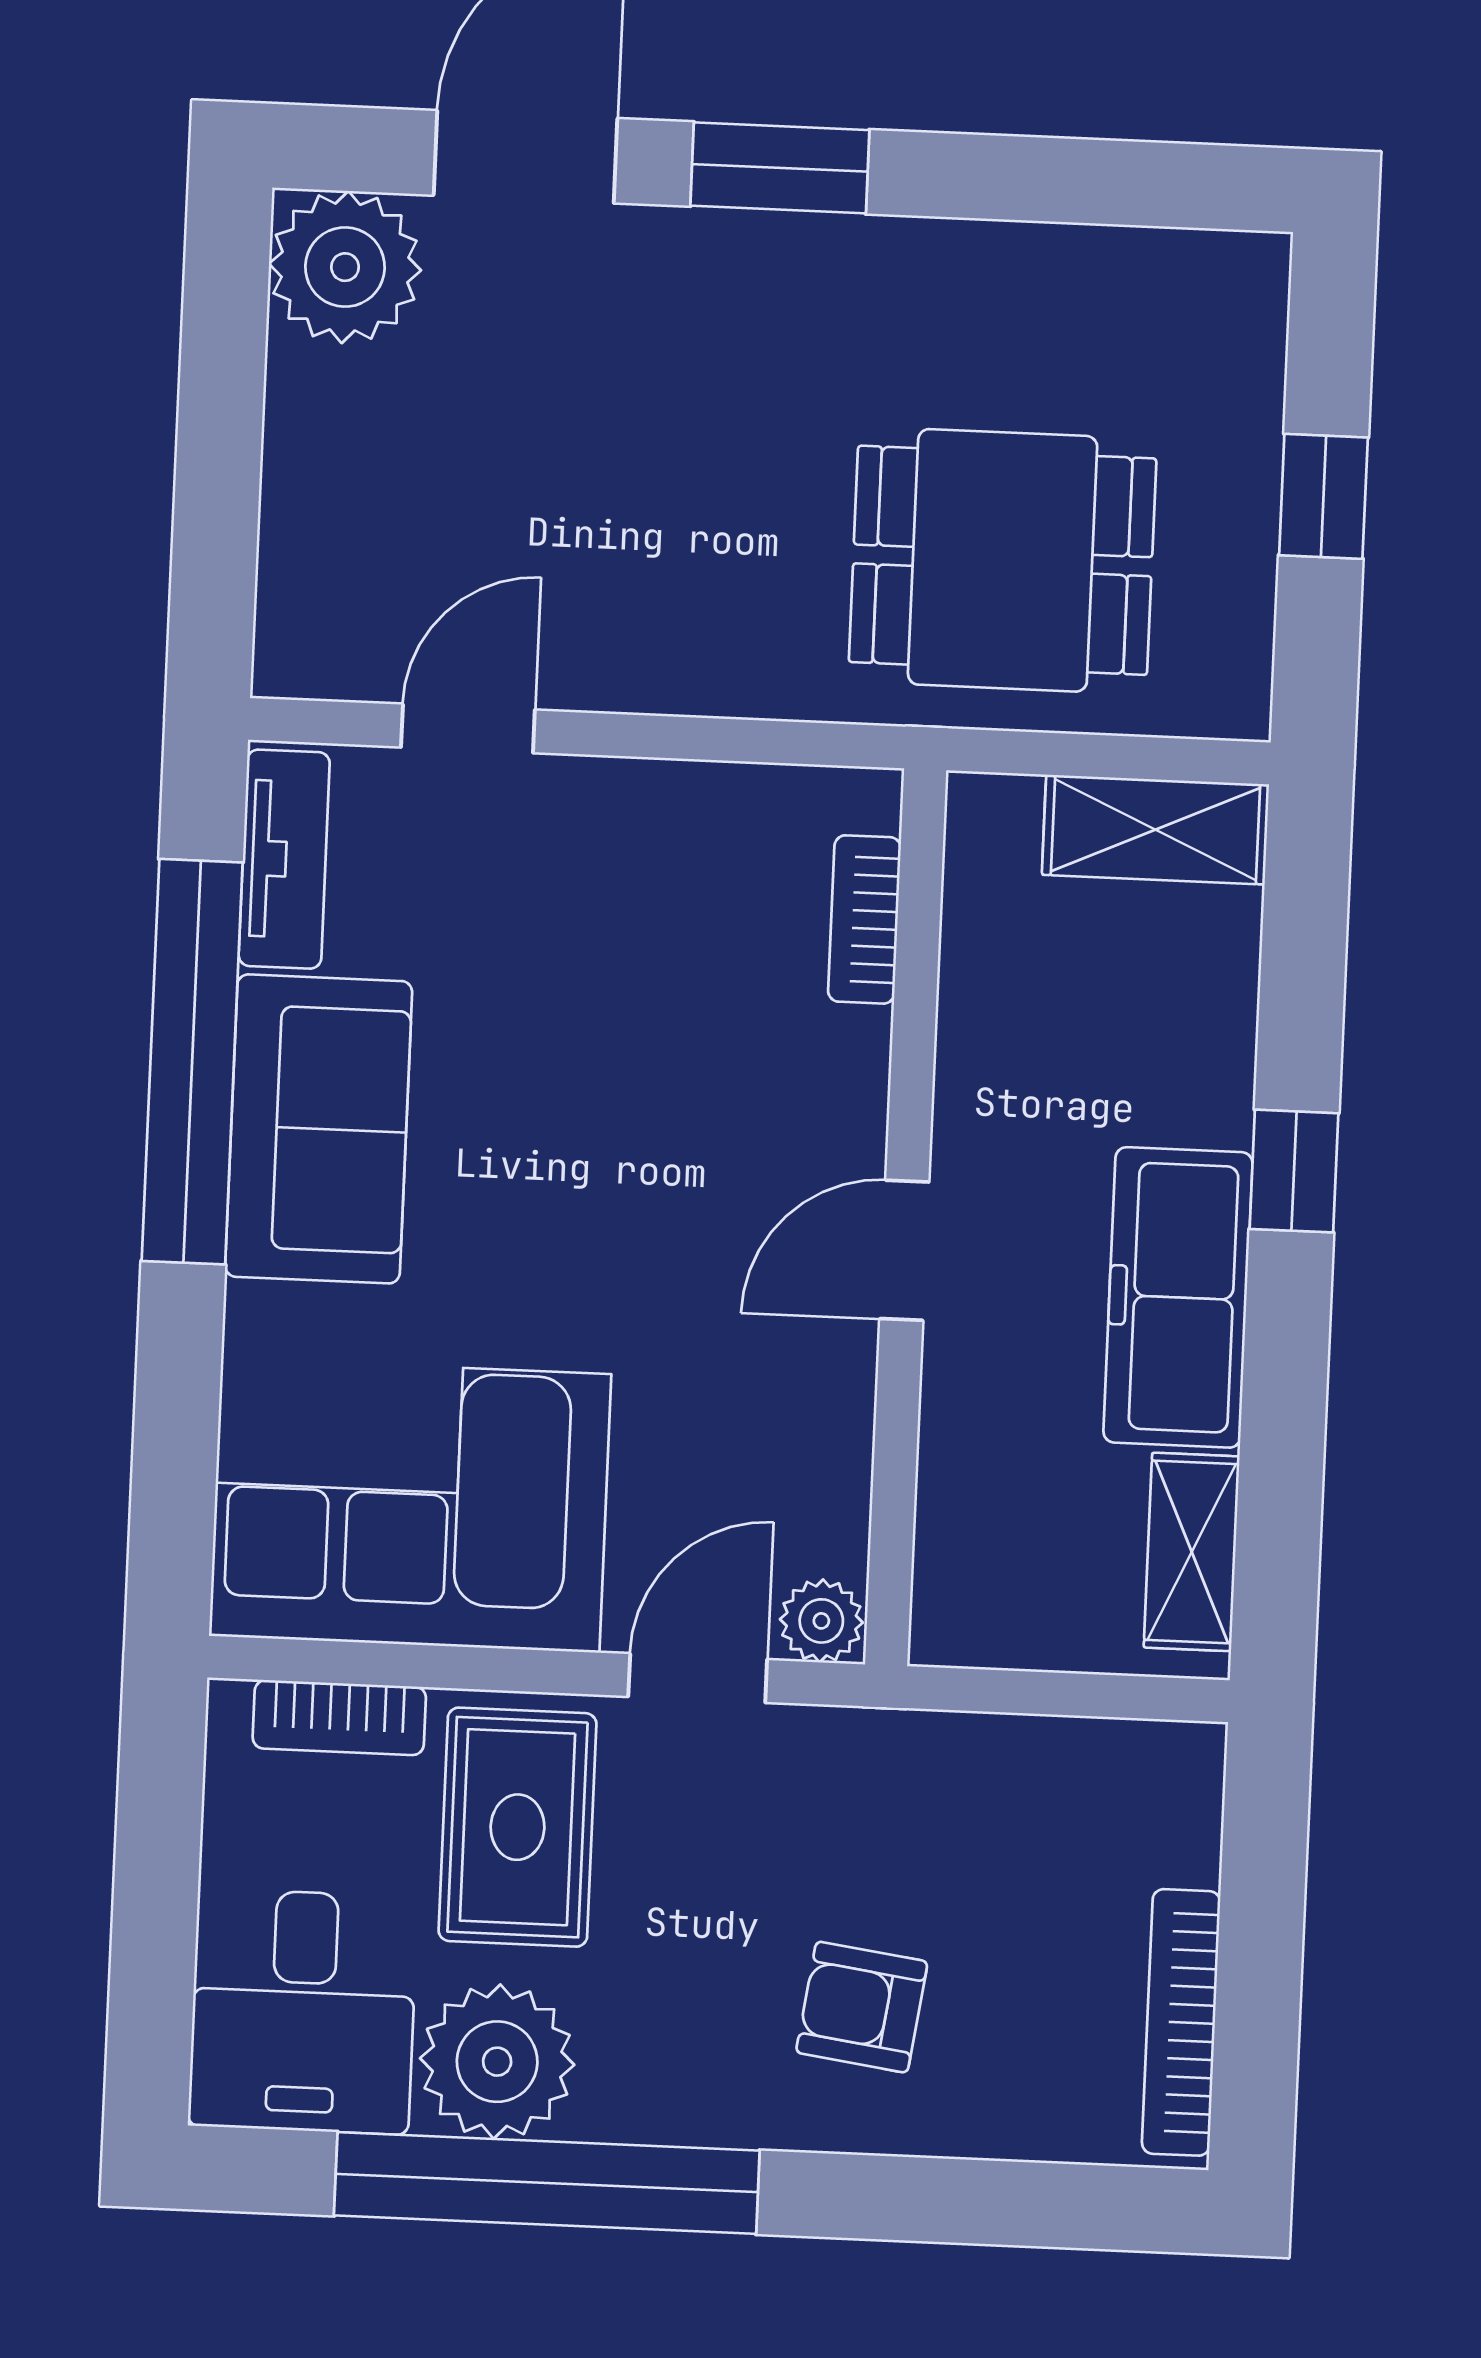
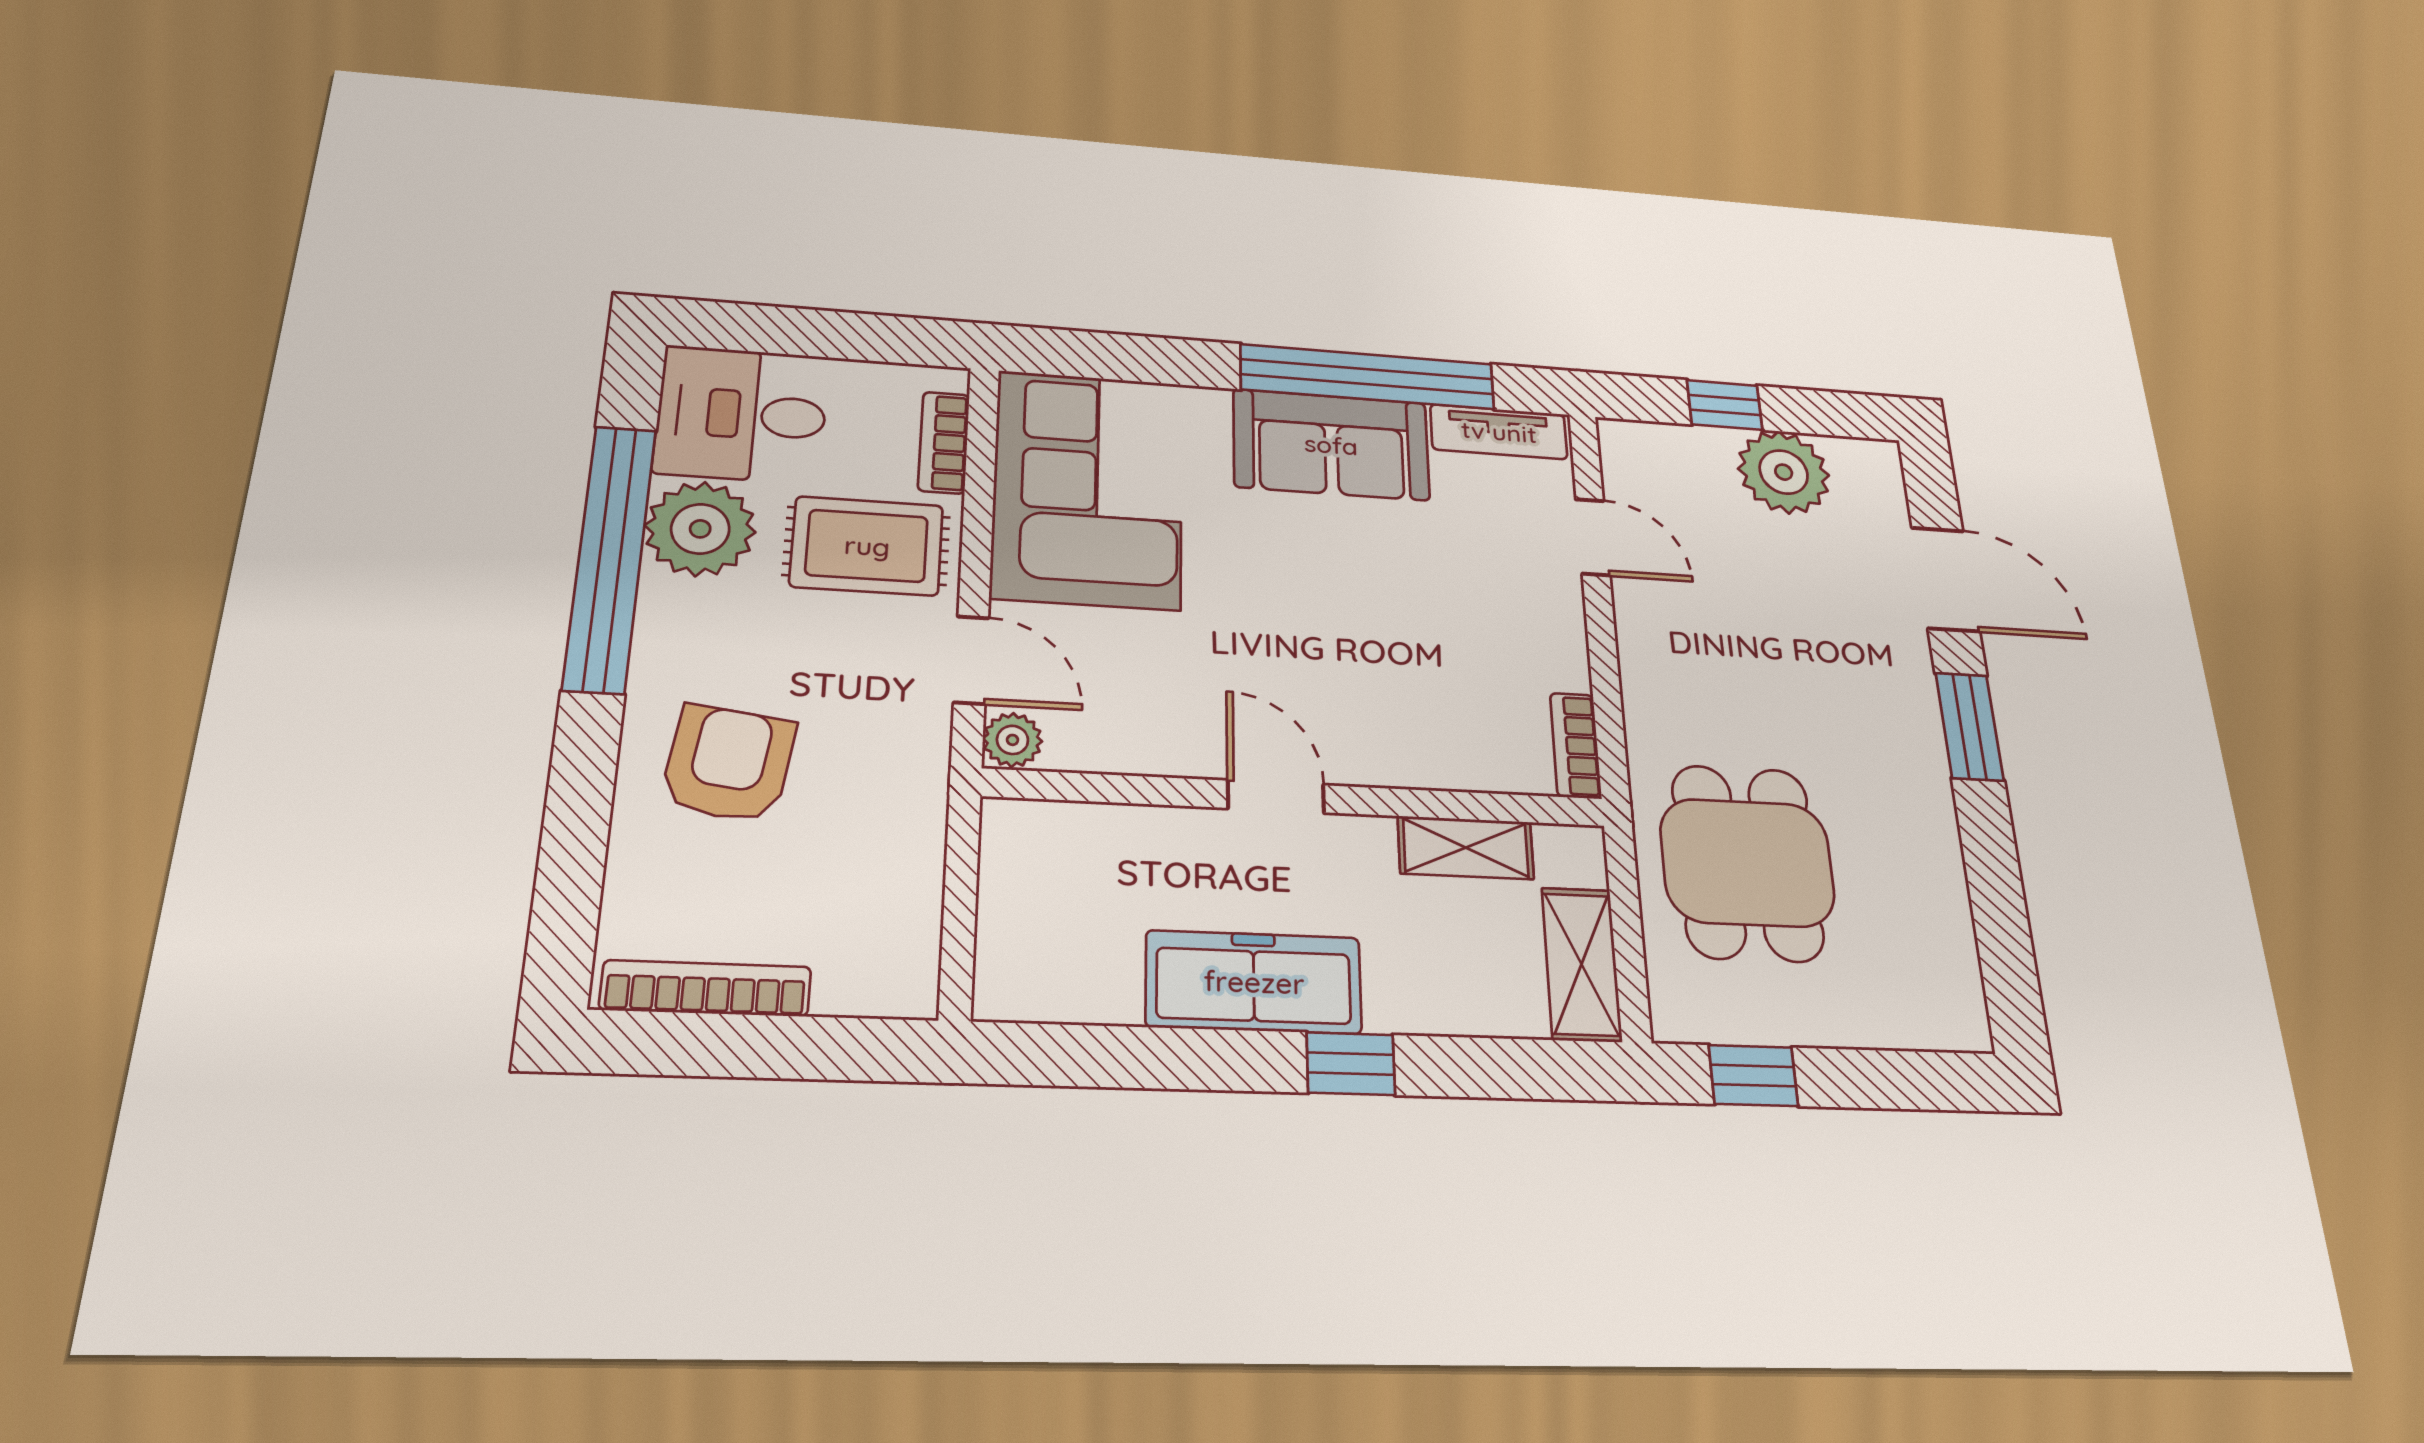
plant: (345, 267) -> (1784, 472), moved
window: (218, 477) -> (1725, 405), added
window: (1323, 496) -> (1753, 1076), moved
bookcase: (864, 919) -> (1576, 746), moved, turned -90
shelving: (1192, 1552) -> (1466, 848), moved
armchair: (862, 2007) -> (728, 764), width x1.38, depth x1.38

